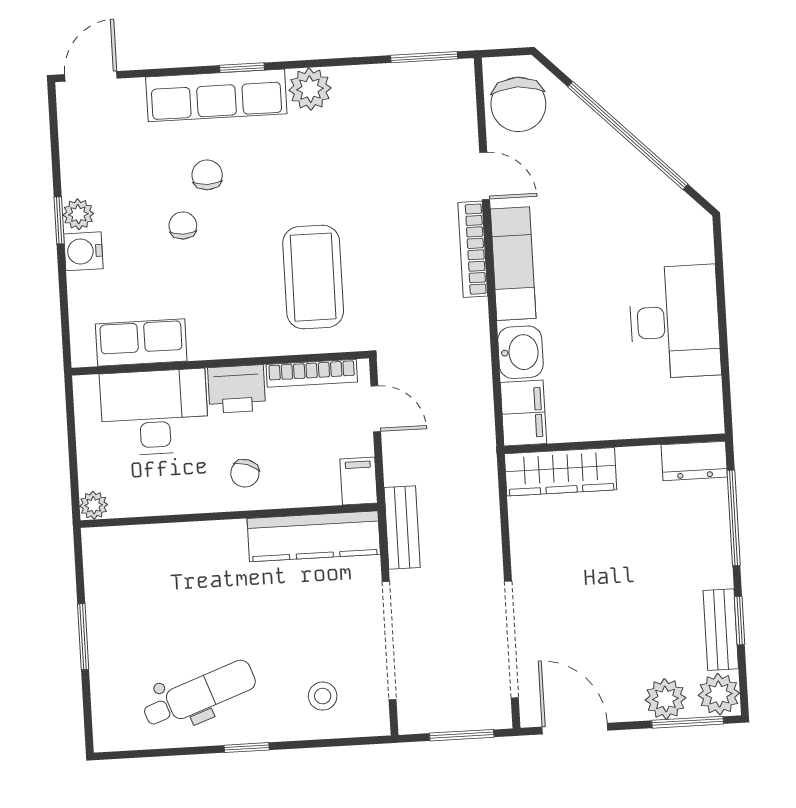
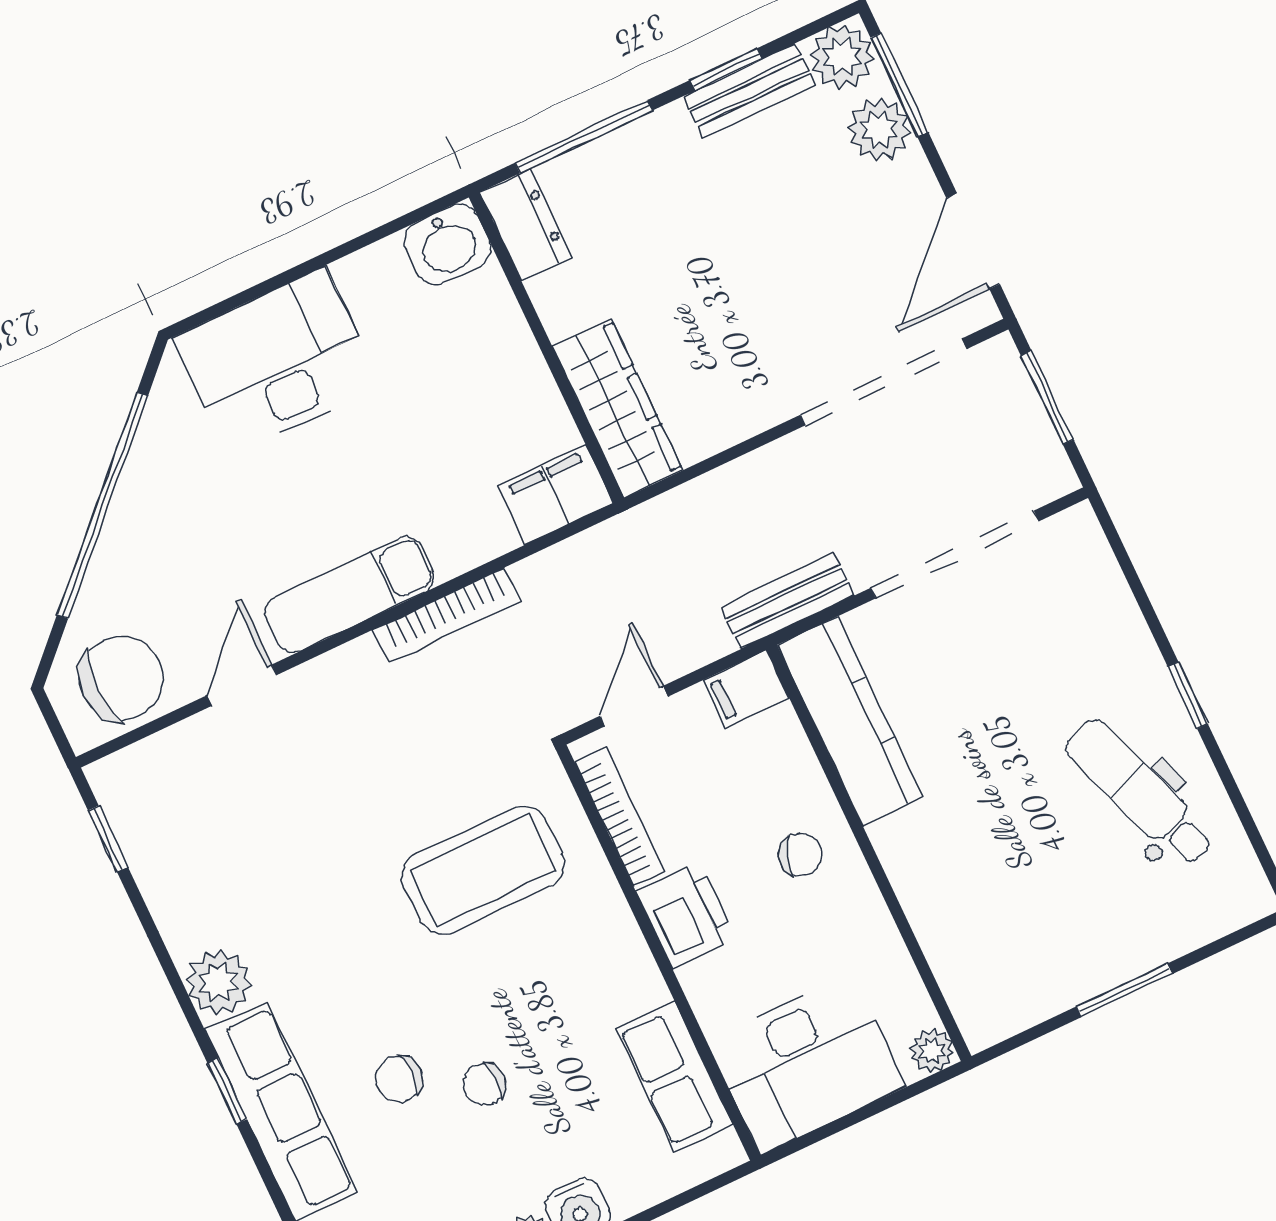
window: (424, 57) -> (108, 839), width x0.67
bookcase: (473, 249) -> (447, 615), moved
desk: (675, 322) -> (276, 362), moved
washbasin: (520, 352) -> (447, 244), moved, turned 180
desk: (154, 412) -> (806, 1064), moved, turned -90
stool: (323, 696) -> (1071, 617), removed

